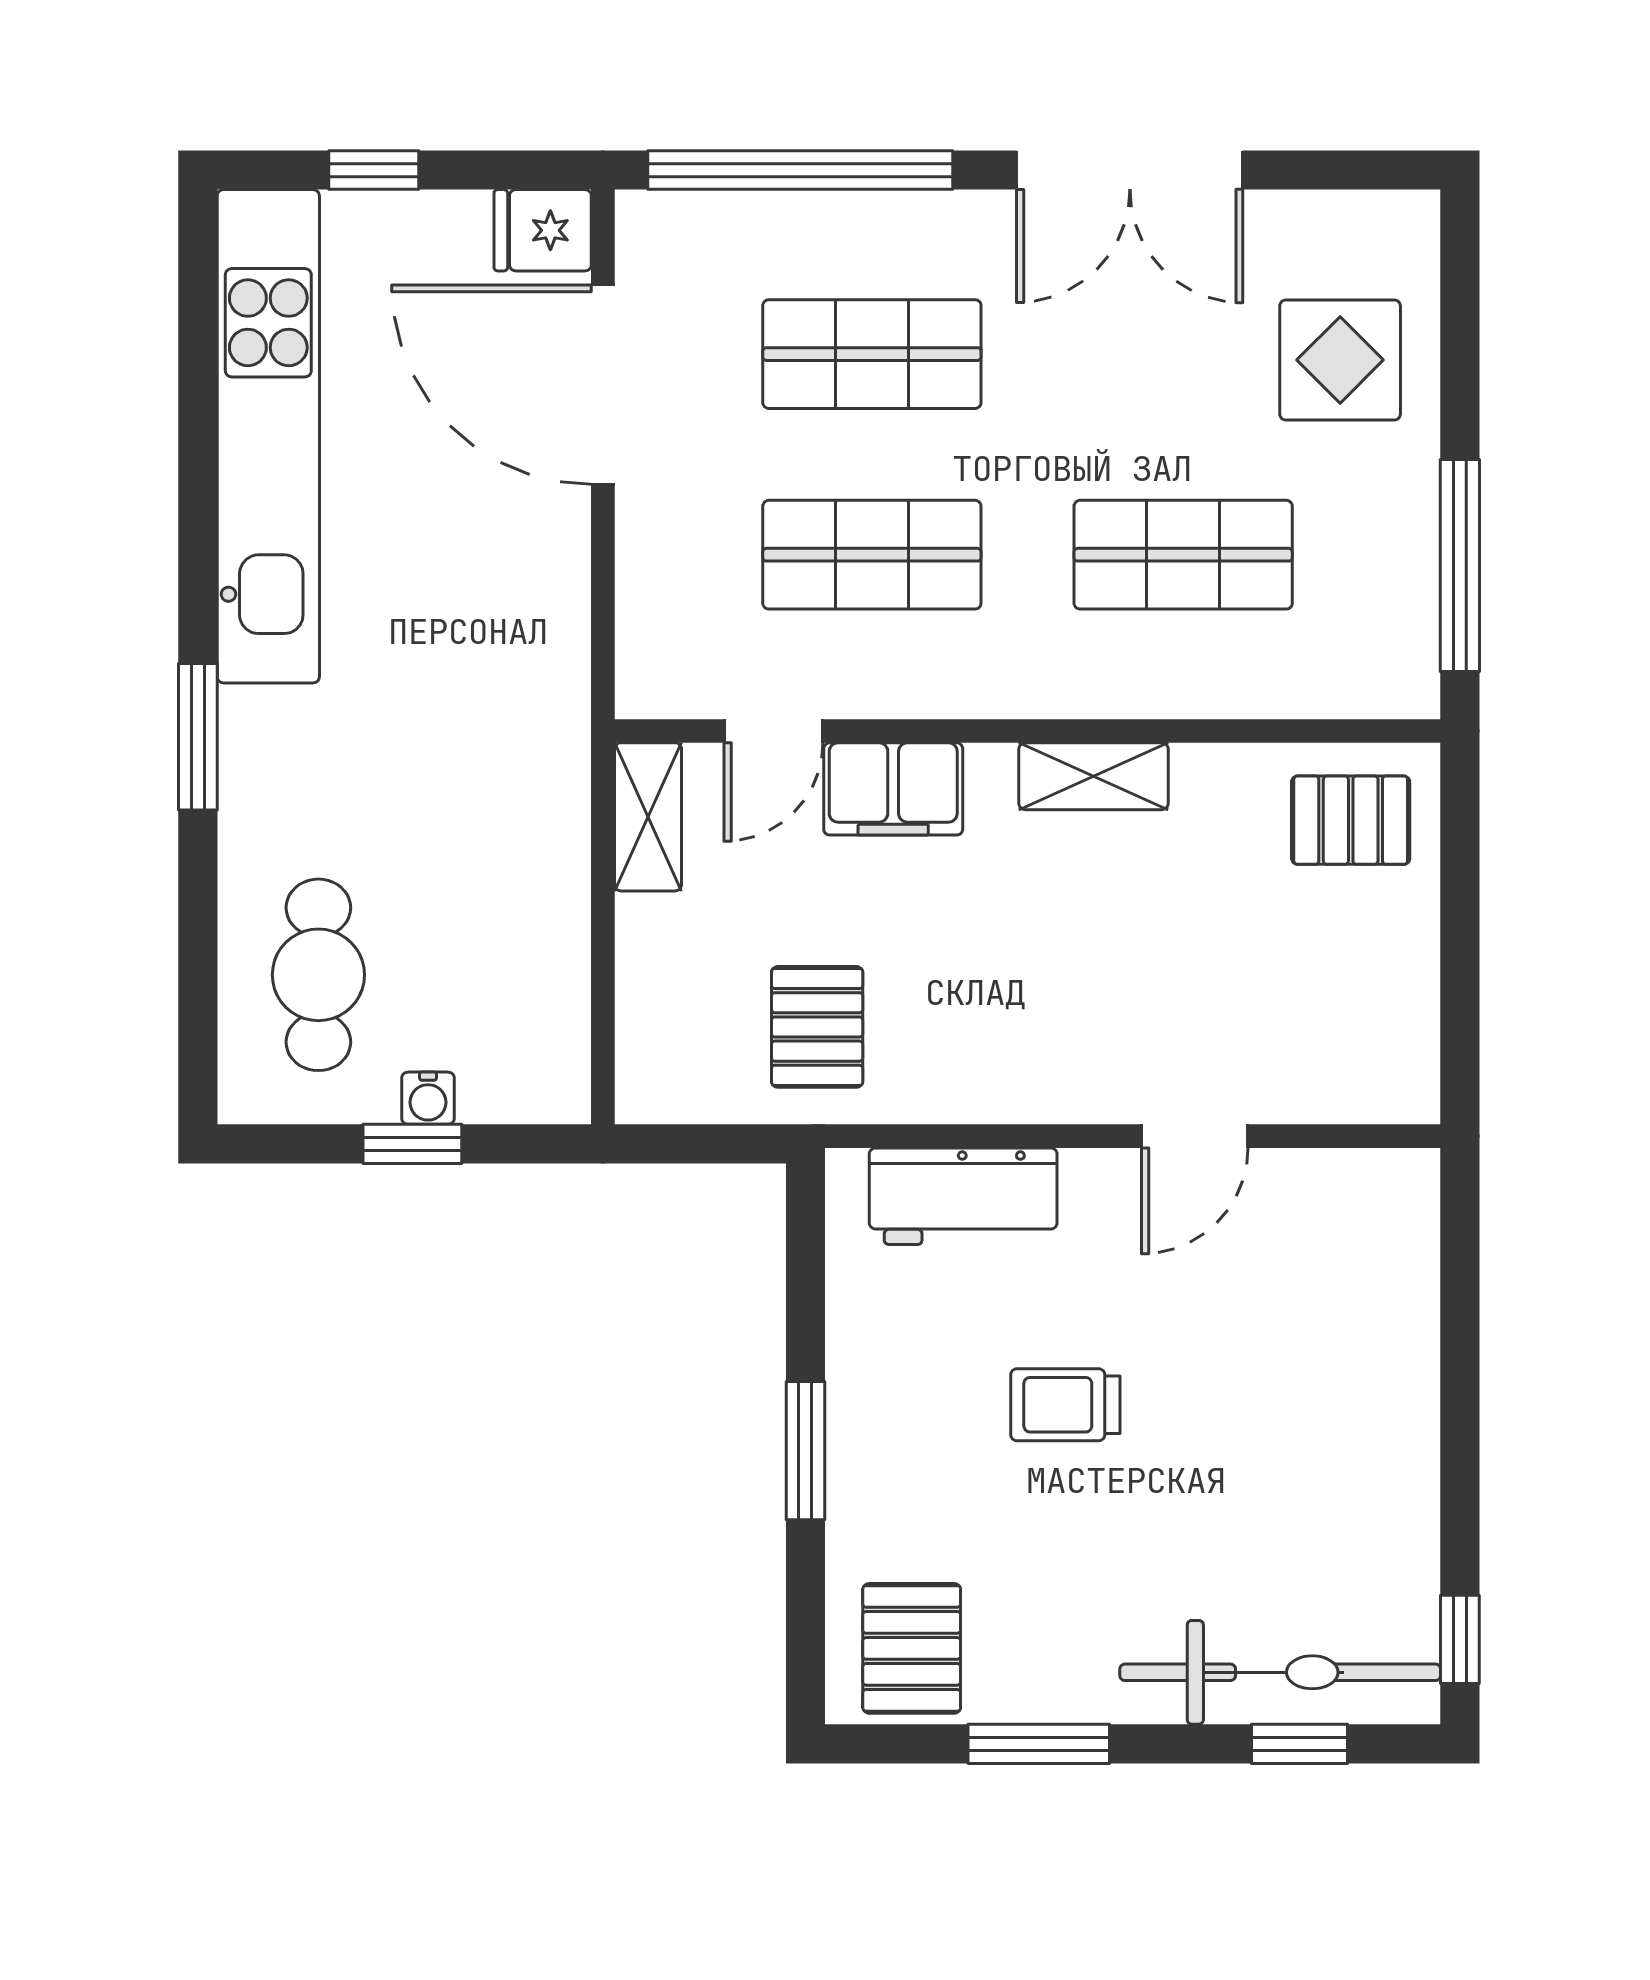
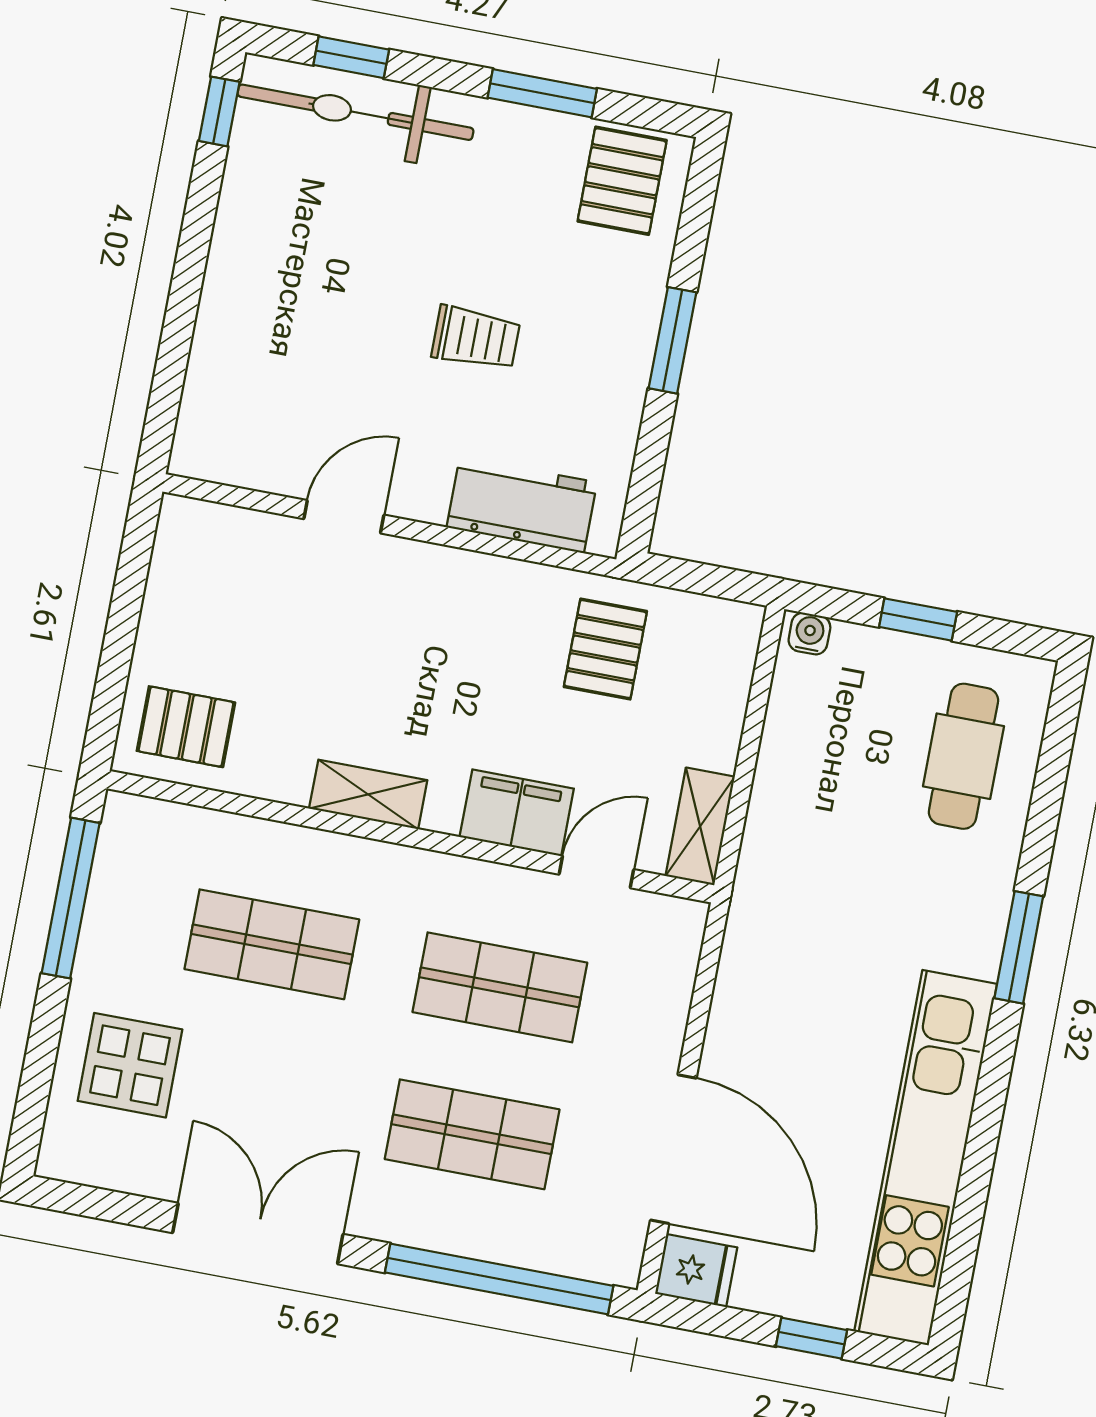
water cooler: (428, 1098) -> (809, 634), moved

